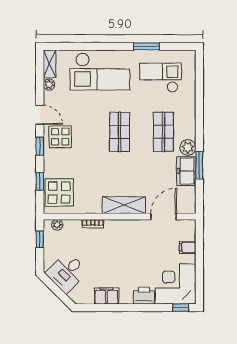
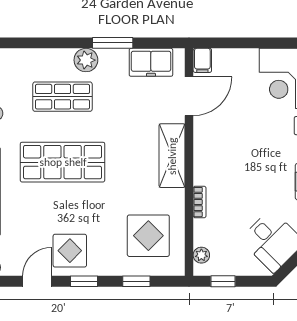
shop shelf: (120, 132) -> (63, 162), width x1.43, depth x1.36
freezer: (186, 171) -> (151, 62), moved
display table: (59, 193) -> (148, 236), moved
door: (164, 217) -> (189, 96), swing flipped
filing cabinet: (188, 247) -> (202, 60), moved

